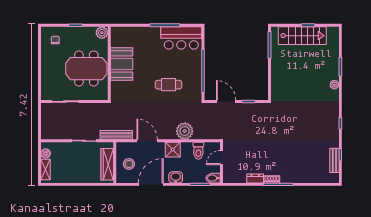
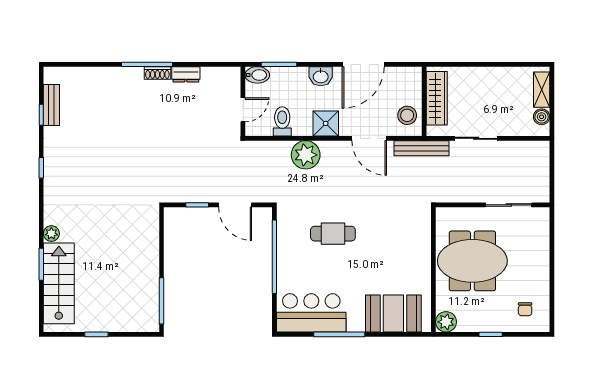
stairs: (302, 36) -> (59, 283), moved, turned 90
booth: (122, 64) -> (393, 314), moved, turned 90
stool: (129, 164) -> (407, 115), moved

